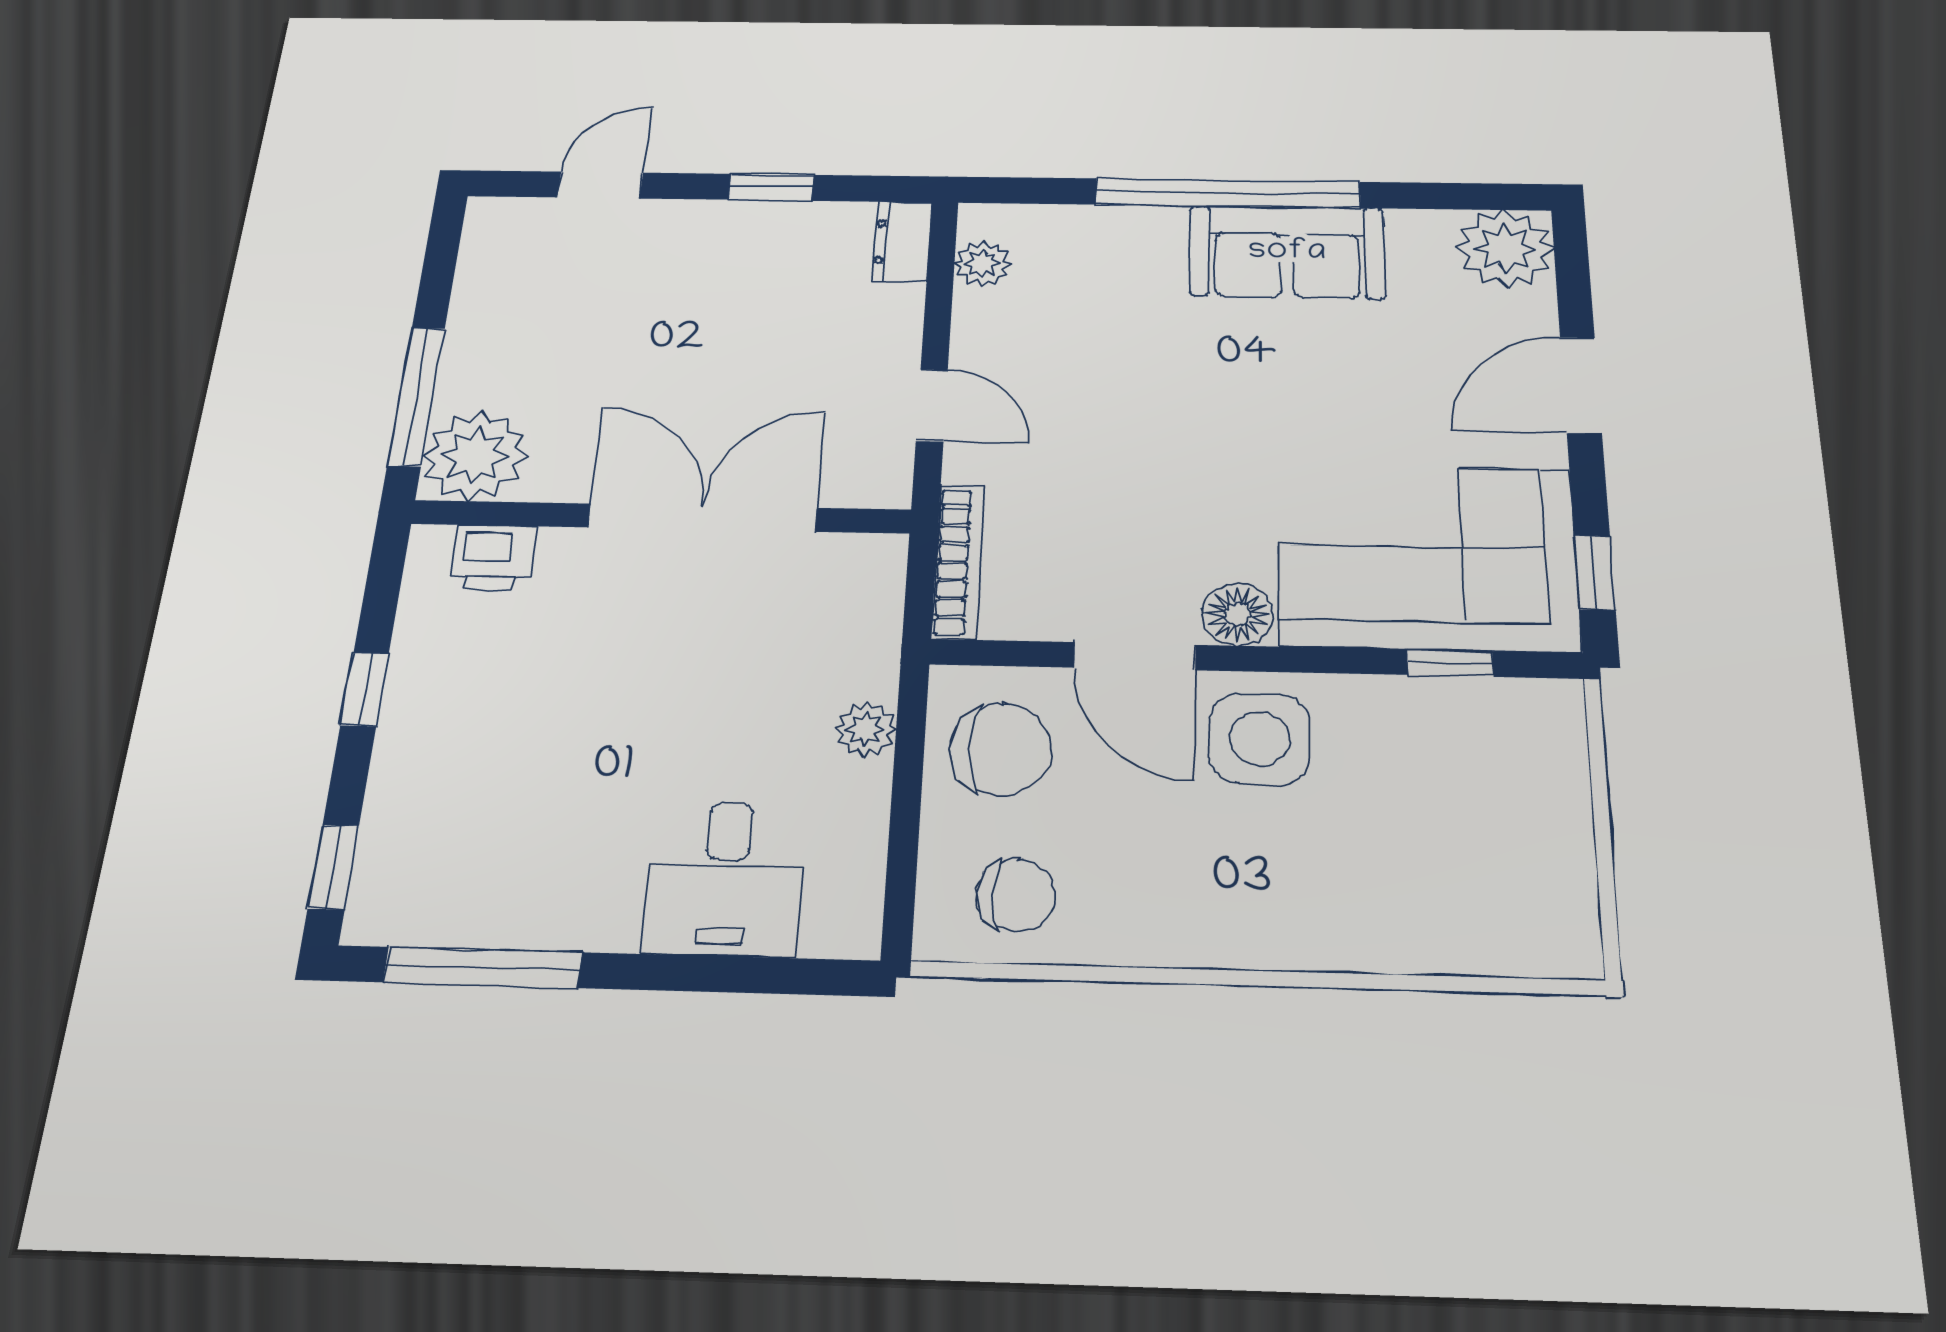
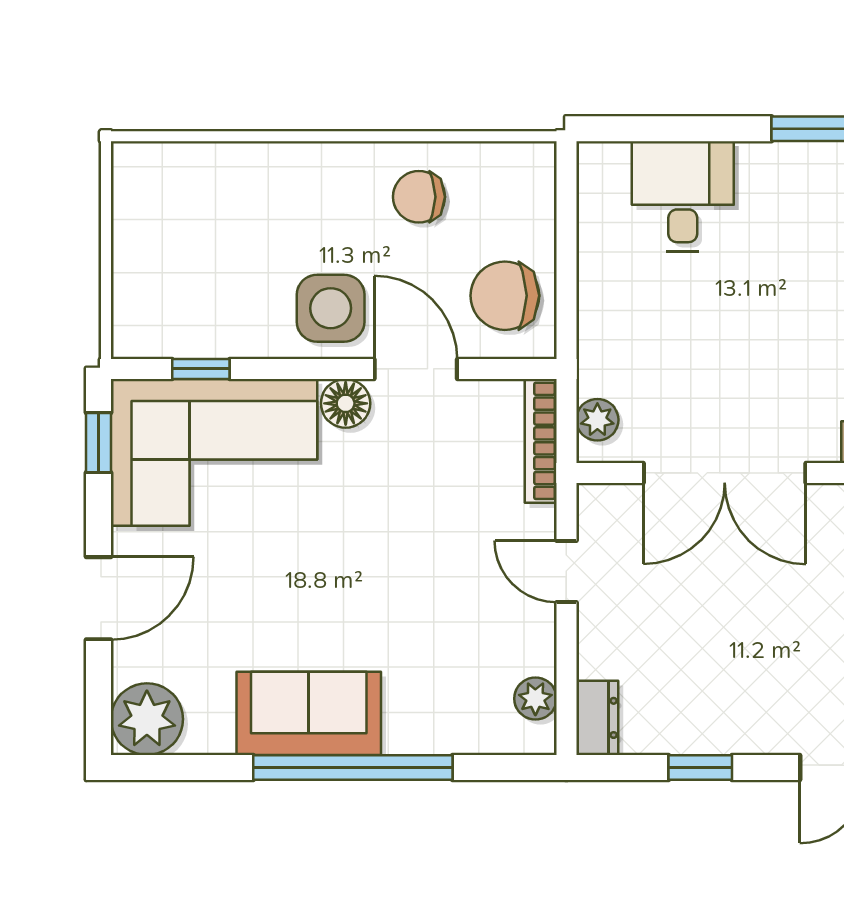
plant: (865, 729) -> (597, 420), moved
chair: (1016, 895) -> (419, 197), moved

